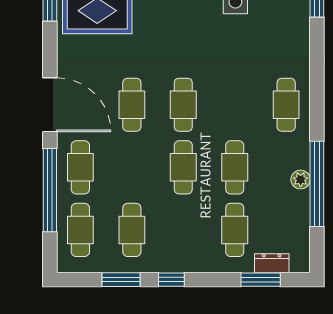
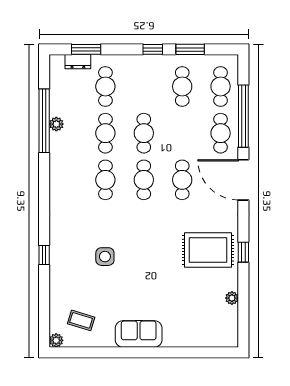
cafe table: (286, 105) -> (105, 180), moved

